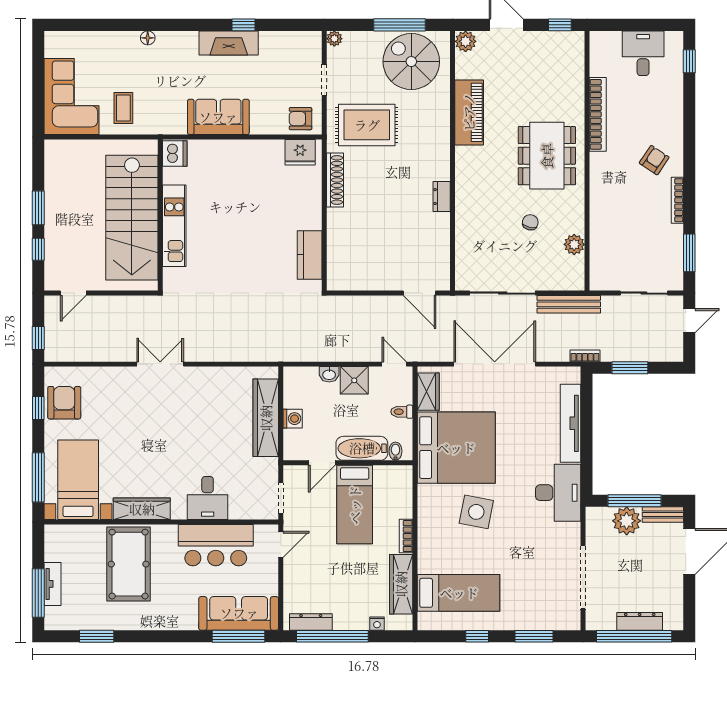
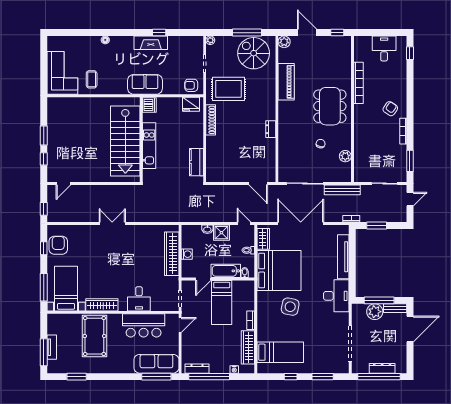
dishwasher: (175, 154) -> (149, 105), moved
wall: (160, 215) -> (141, 140), moved
stairs: (132, 218) -> (125, 141), moved
kitchen unit: (174, 226) -> (149, 146), moved

